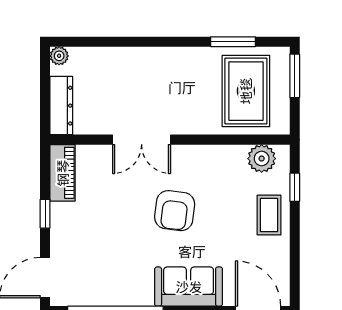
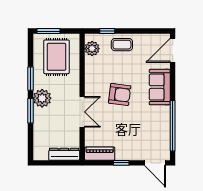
window: (144, 42) -> (30, 111), added
window: (233, 42) -> (30, 79), moved
plant: (59, 56) -> (42, 98), moved, width x1.88, depth x1.88
rug: (246, 91) -> (56, 57), turned 90

